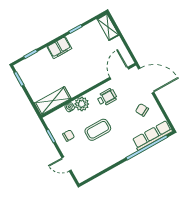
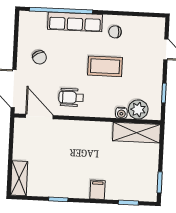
filing cabinet: (59, 48) -> (97, 190), width x0.50
door: (119, 73) -> (39, 117), swing flipped
plant: (82, 104) -> (138, 109), moved
row of seats: (152, 135) -> (75, 22), moved
chair: (69, 136) -> (115, 32), moved

